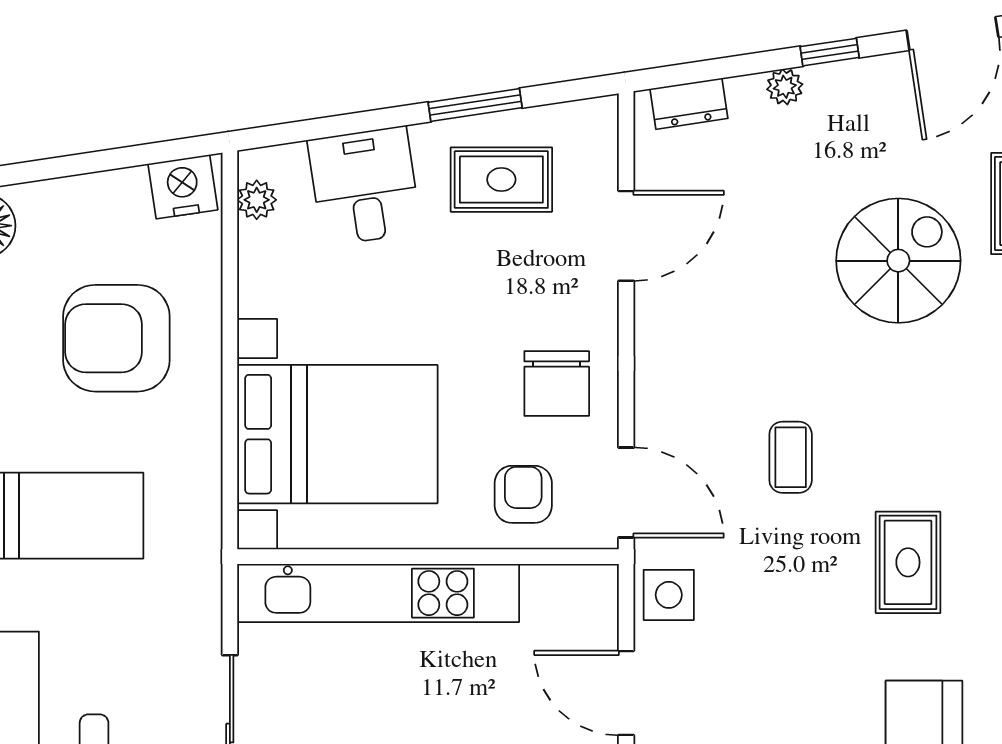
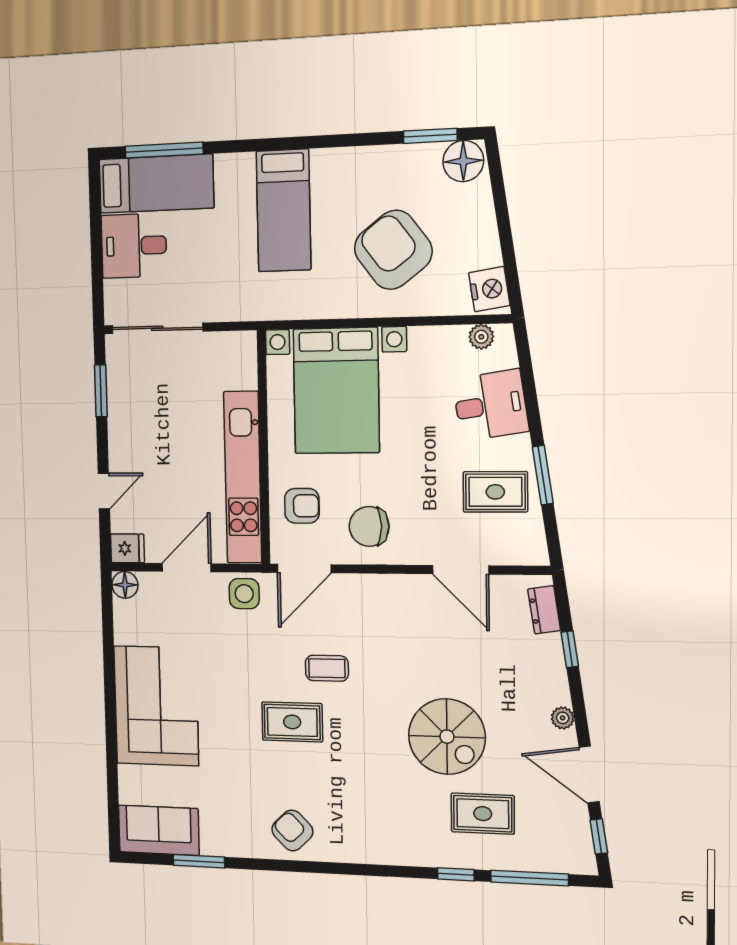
window: (830, 52) -> (570, 649), moved
plant: (785, 87) -> (563, 718), moved
rug: (501, 180) -> (495, 492), turned 90
armchair: (116, 338) -> (393, 250), turned -37
rug: (908, 562) -> (292, 722), moved
kitchen unit: (378, 593) -> (243, 477), moved

